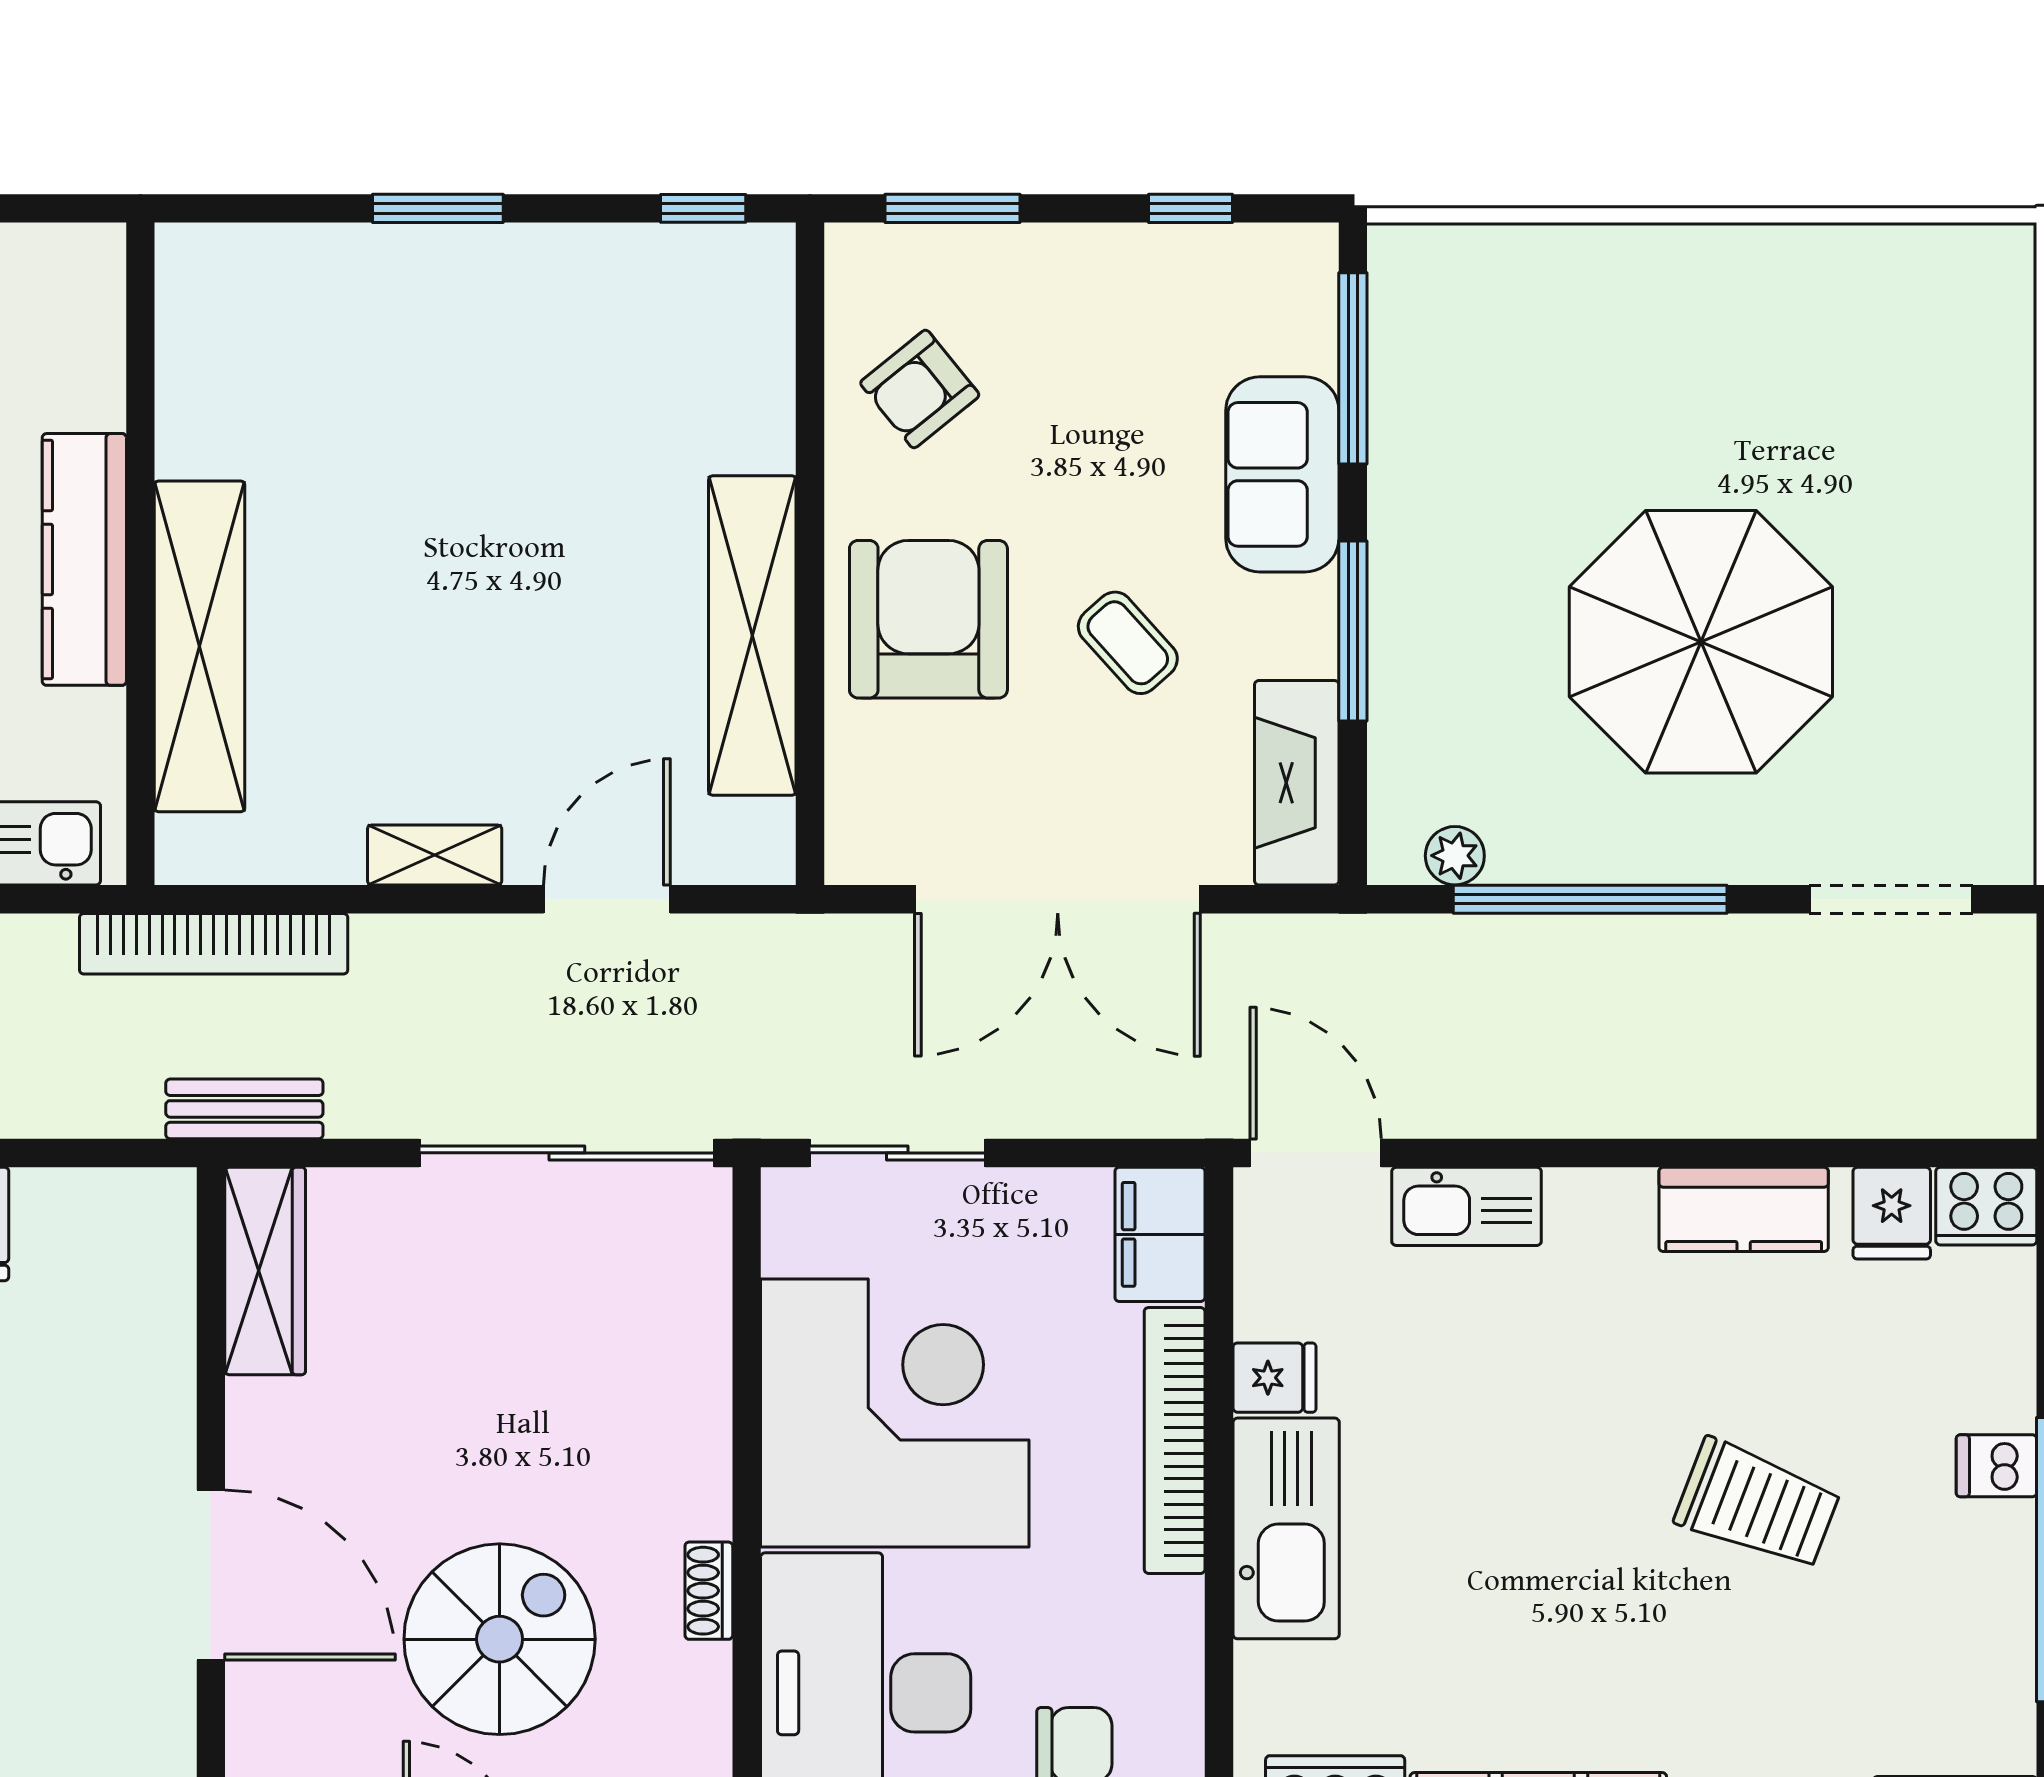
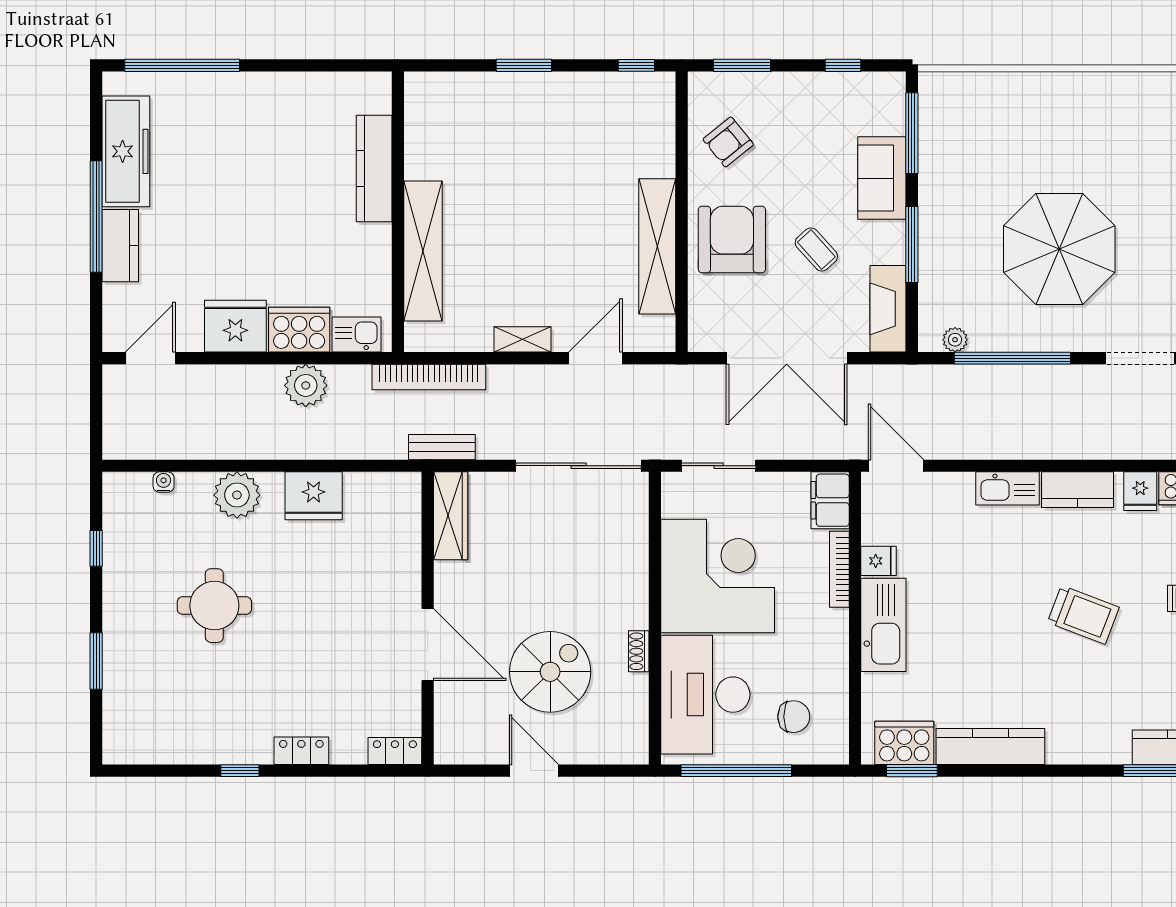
kitchen counter: (84, 559) -> (374, 168), moved
kitchen sink: (1467, 1206) -> (1008, 488), moved
bookcase: (1175, 1440) -> (839, 569), width x0.68, depth x0.76

